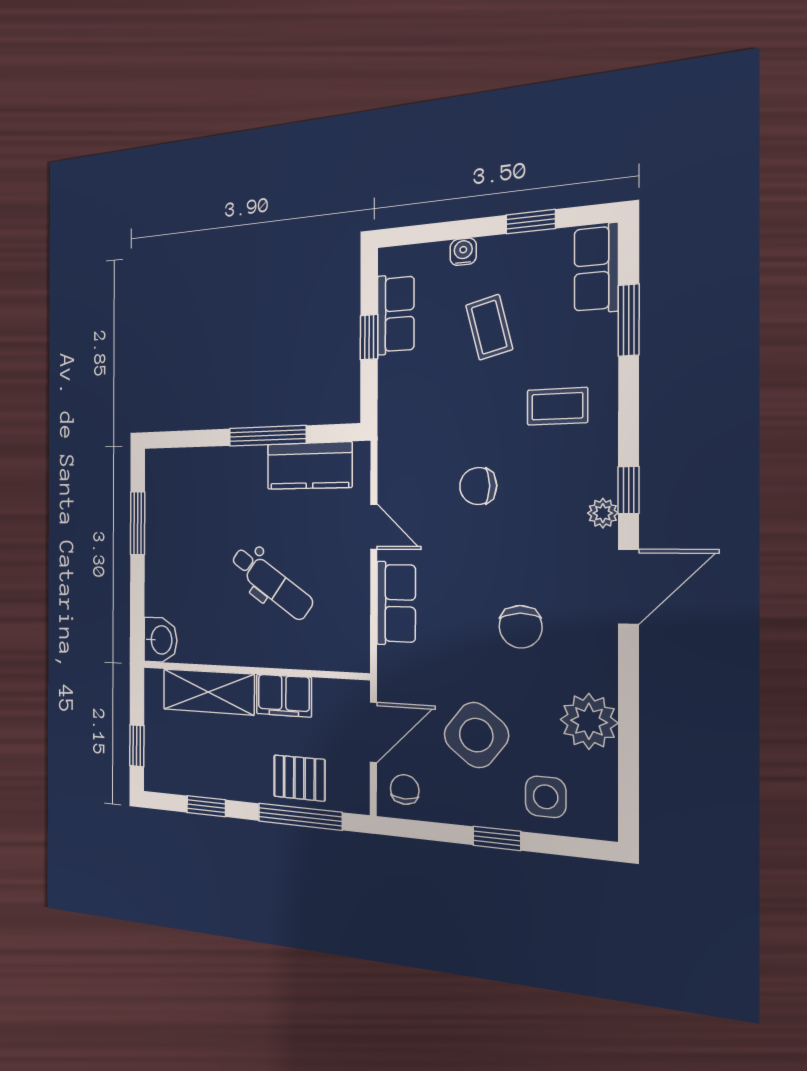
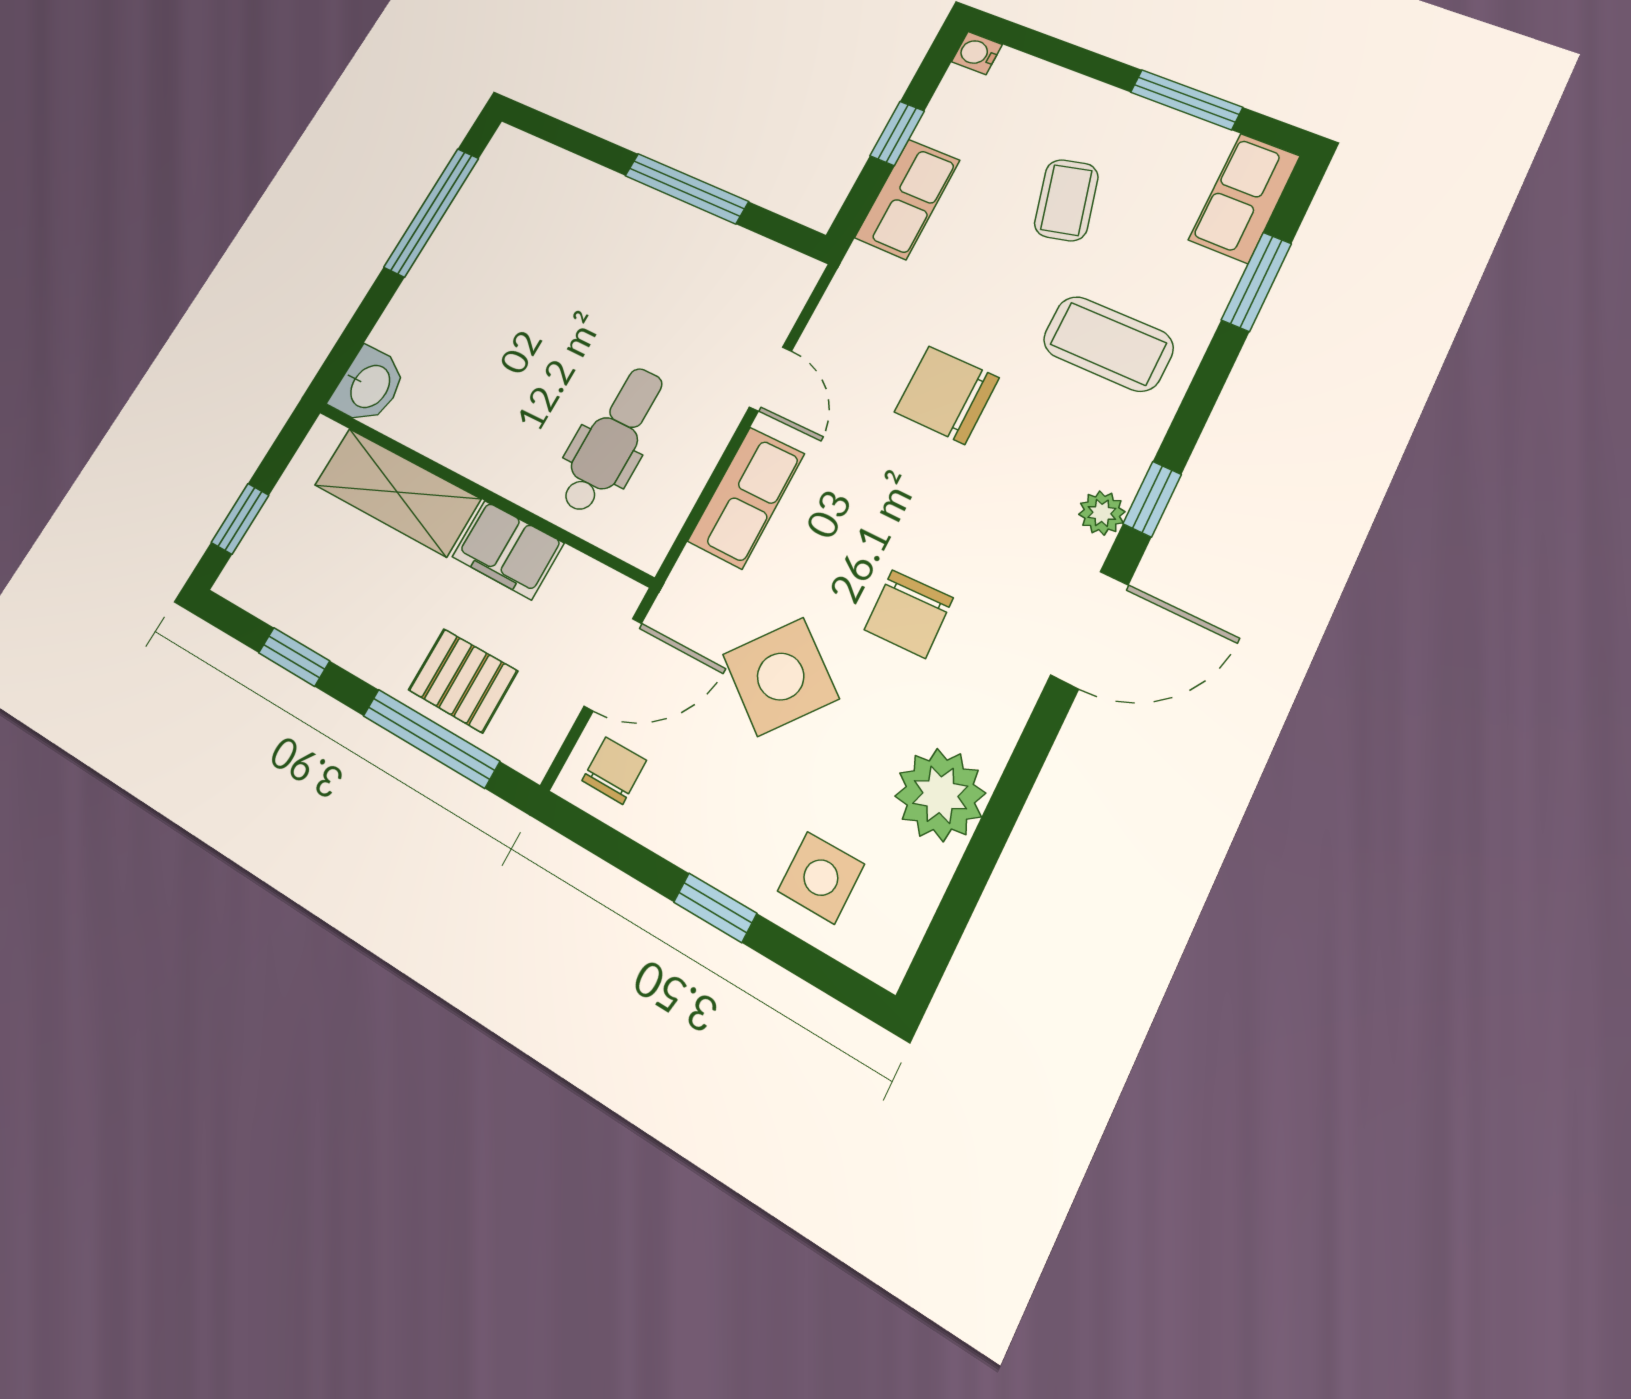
window: (531, 222) -> (1186, 100), width x1.50
water cooler: (463, 252) -> (977, 53), moved, turned -90
row of seats: (396, 314) -> (907, 199), moved
coffee table: (557, 406) -> (1108, 344), width x1.36, depth x1.30
kitchen counter: (309, 466) -> (724, 255), removed
chair: (478, 486) -> (947, 395), width x1.37, depth x1.37
window: (138, 523) -> (431, 213), width x1.44
dental chair: (272, 583) -> (612, 440), moved, turned -125
side table: (476, 735) -> (781, 677), moved

